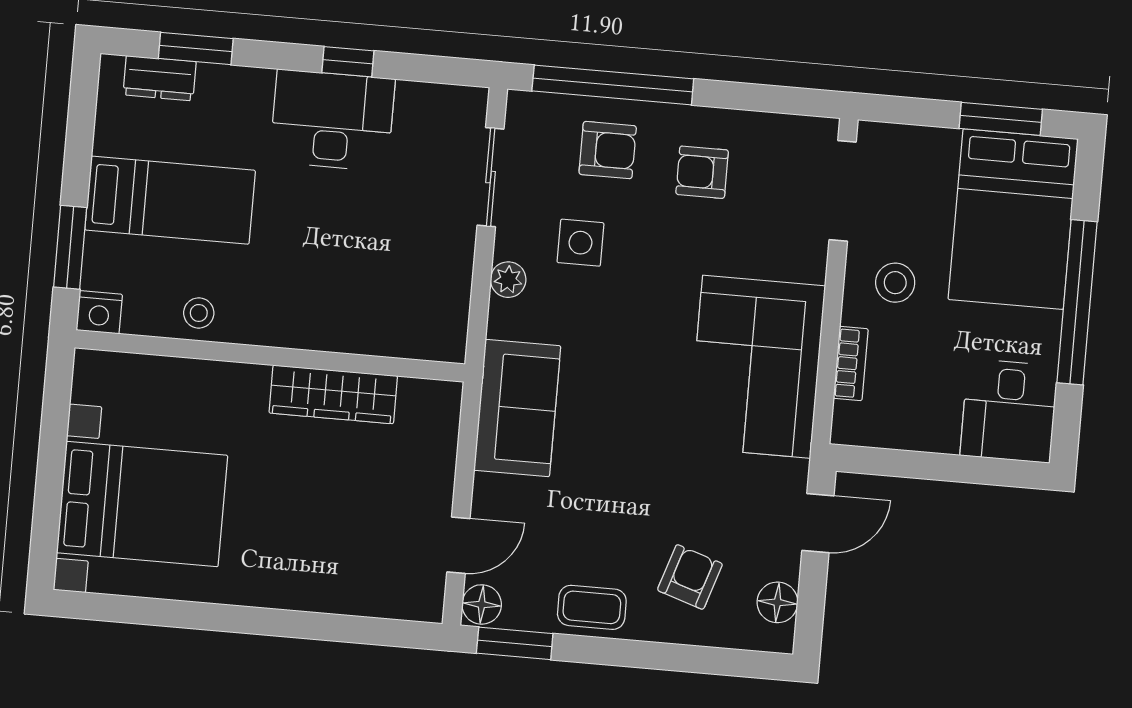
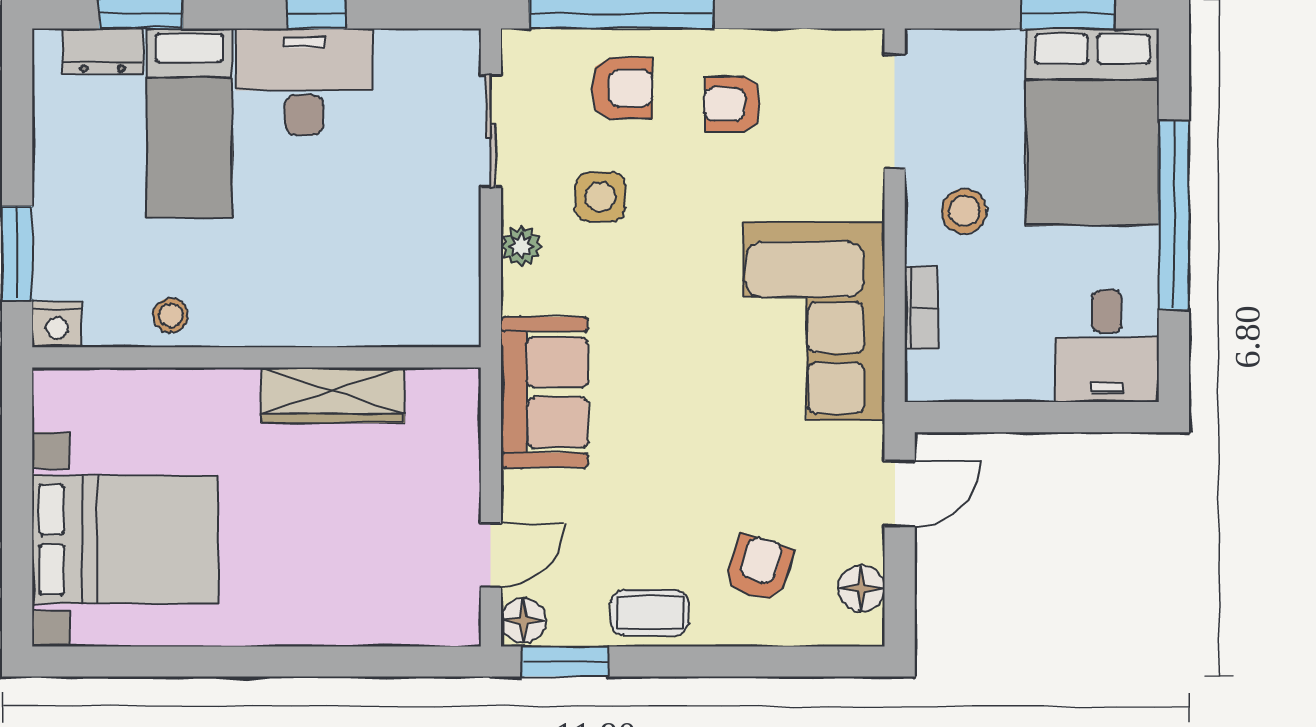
bed: (170, 200) -> (189, 123), moved, turned 90

